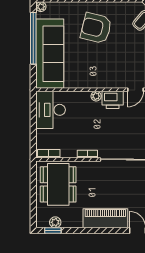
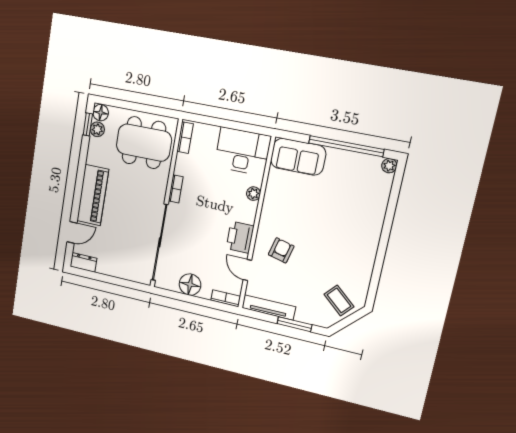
armchair: (96, 28) -> (281, 250), moved, width x0.53, depth x0.53
sofa: (50, 54) -> (298, 157), width x0.54, depth x0.79
plant: (96, 96) -> (253, 194), moved
floor lamp: (42, 222) -> (101, 113), added

